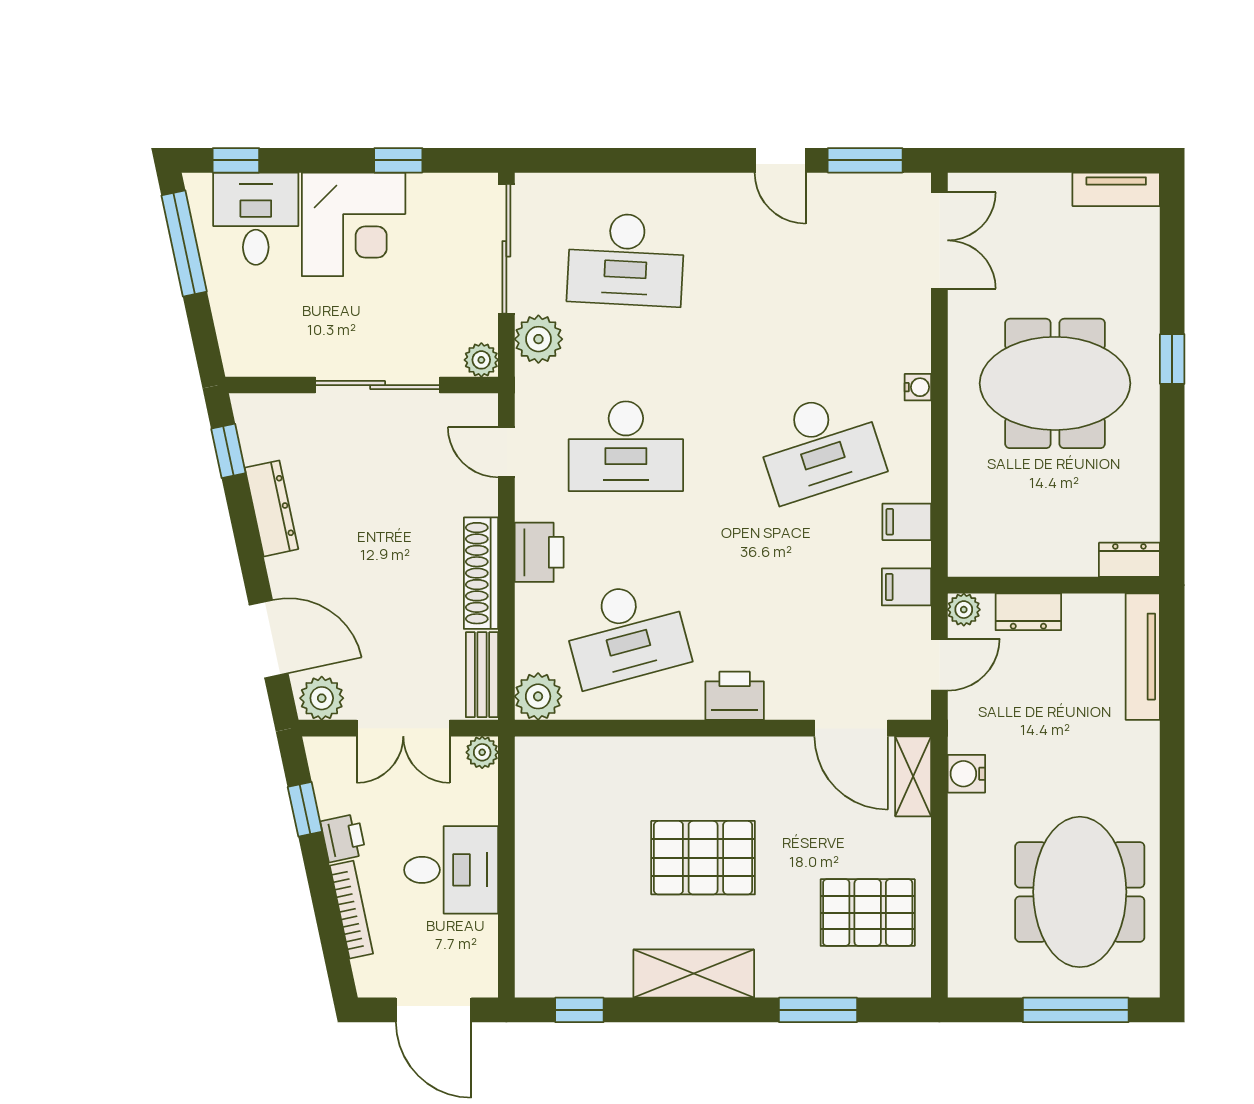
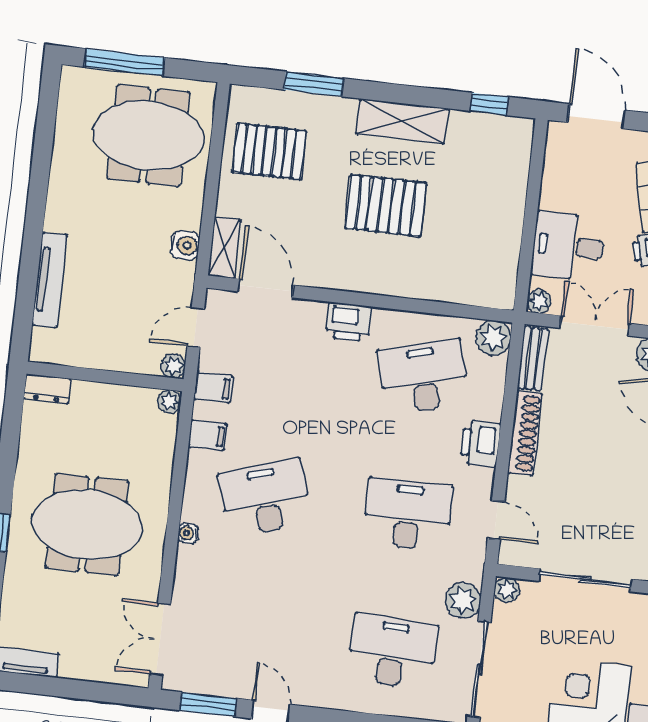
plant: (963, 561) -> (170, 401), added
dresser: (1028, 612) -> (126, 359), removed
tv unit: (1143, 657) -> (50, 280), moved
desk: (451, 870) -> (568, 246), moved
meeting table: (1080, 892) -> (148, 136), moved, turned 90

